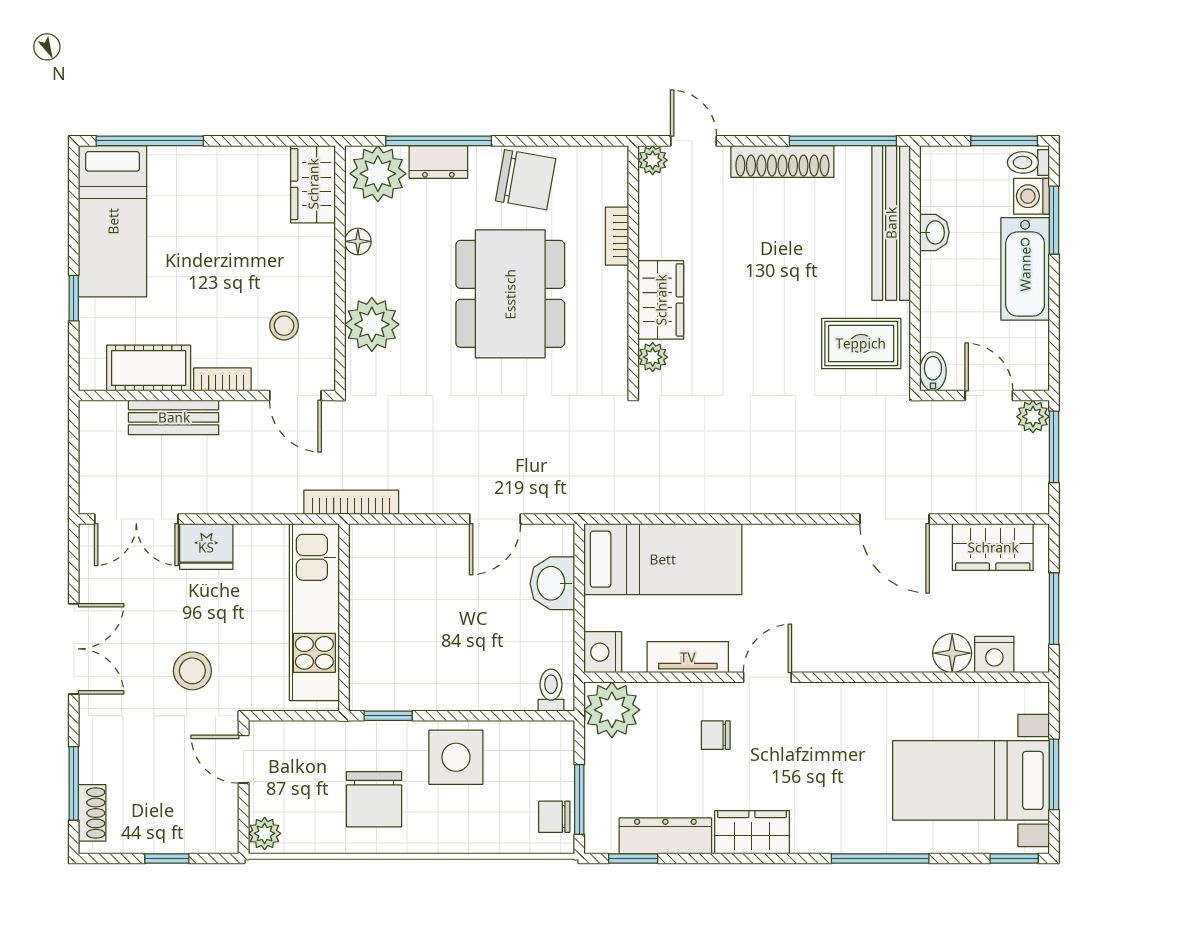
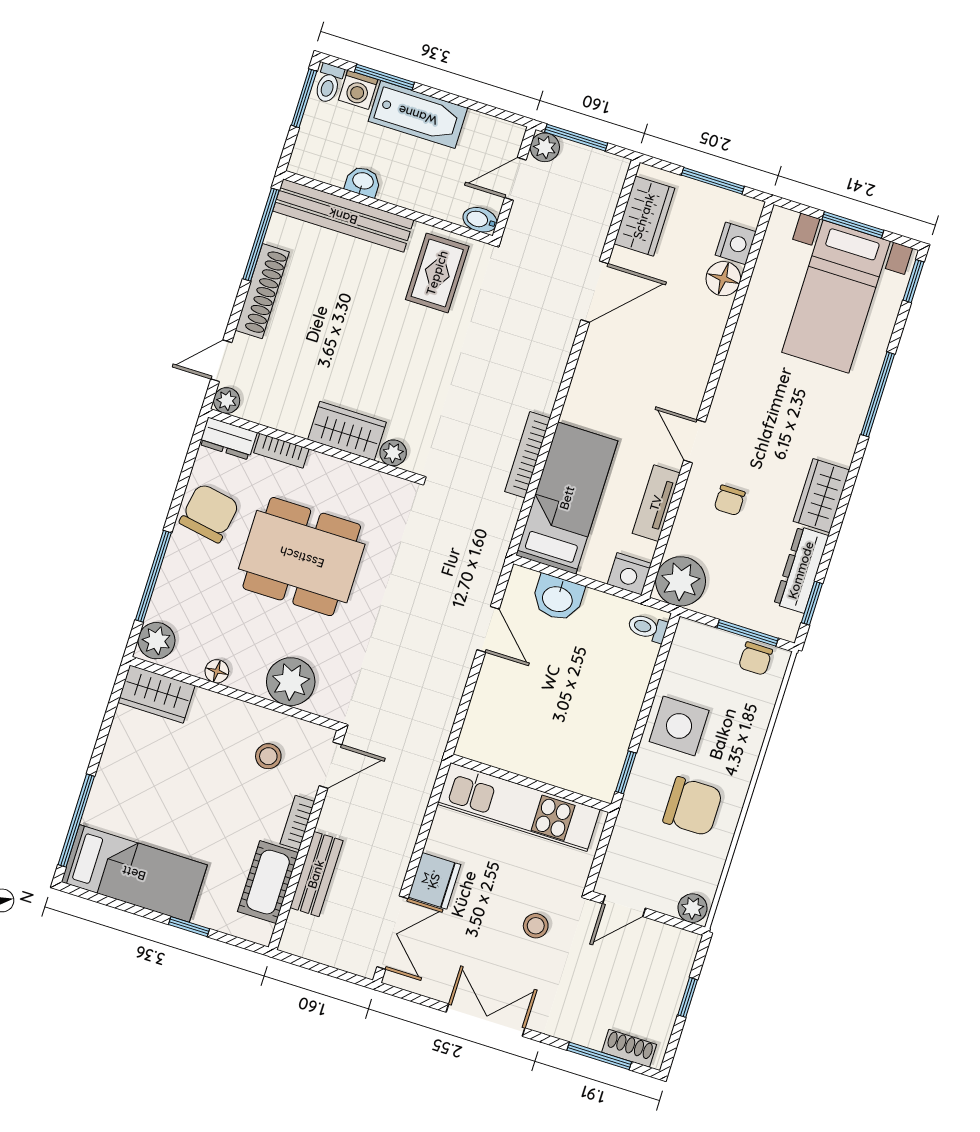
dresser: (438, 162) -> (228, 438), moved, turned 90
plant: (378, 174) -> (156, 641), width x0.73, depth x0.73
bookcase: (351, 502) -> (528, 455), moved
stool: (192, 671) -> (536, 926), width x0.73, depth x0.73

